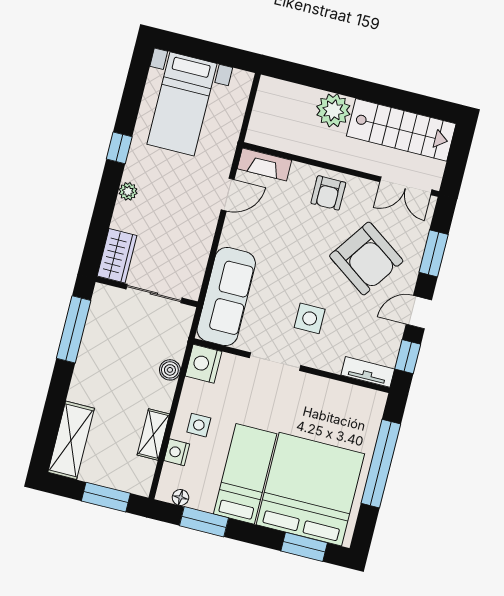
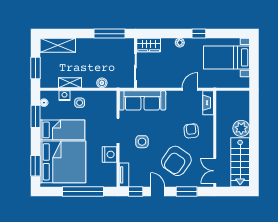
armchair: (328, 193) -> (191, 131), moved, turned 84
door: (228, 195) -> (190, 89), swing flipped
nightstand: (203, 364) -> (109, 154), moved, turned 90

